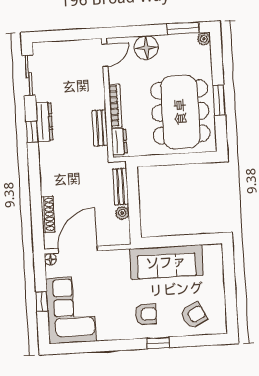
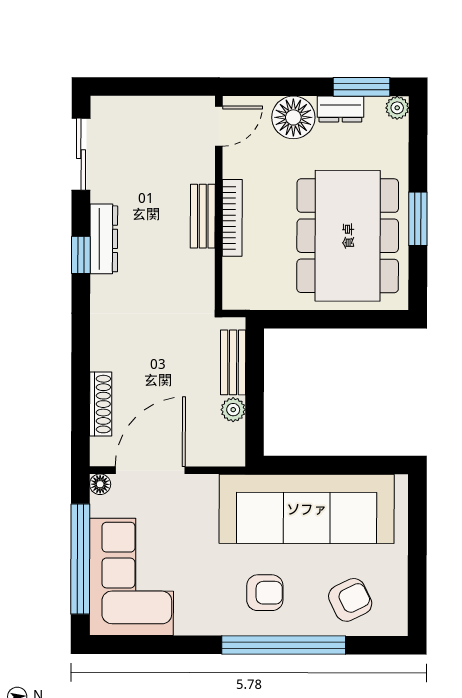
bench: (100, 128) -> (203, 216), moved
dresser: (119, 142) -> (340, 109), moved, turned 90
sofa: (166, 262) -> (307, 509), width x1.36, depth x1.27
window: (42, 301) -> (80, 559), width x3.17
window: (158, 343) -> (284, 645), width x3.17

